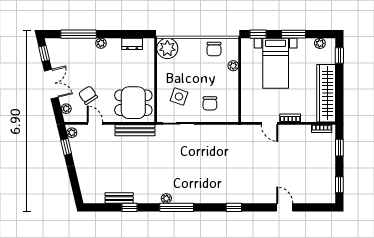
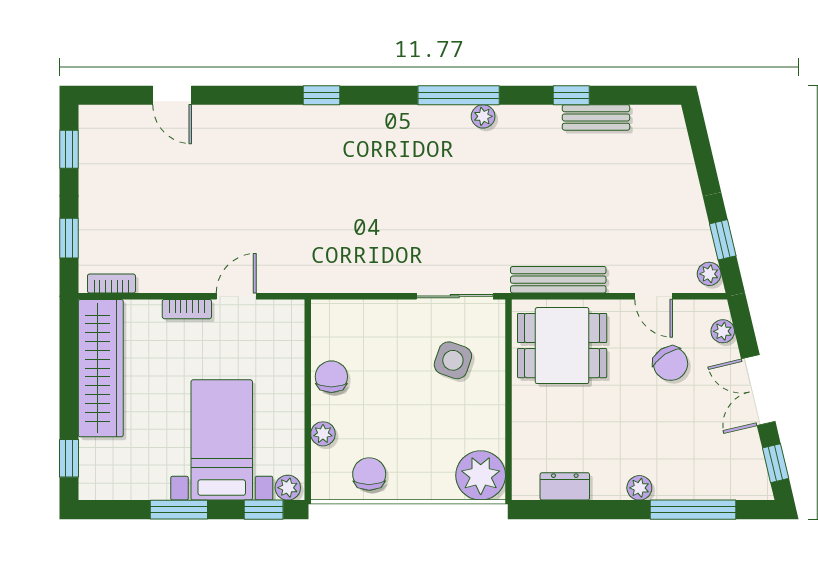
plant: (320, 43) -> (288, 488), moved
chair: (210, 103) -> (331, 377), moved
door: (269, 123) -> (236, 296), hinge flipped
door: (285, 207) -> (172, 95), moved

